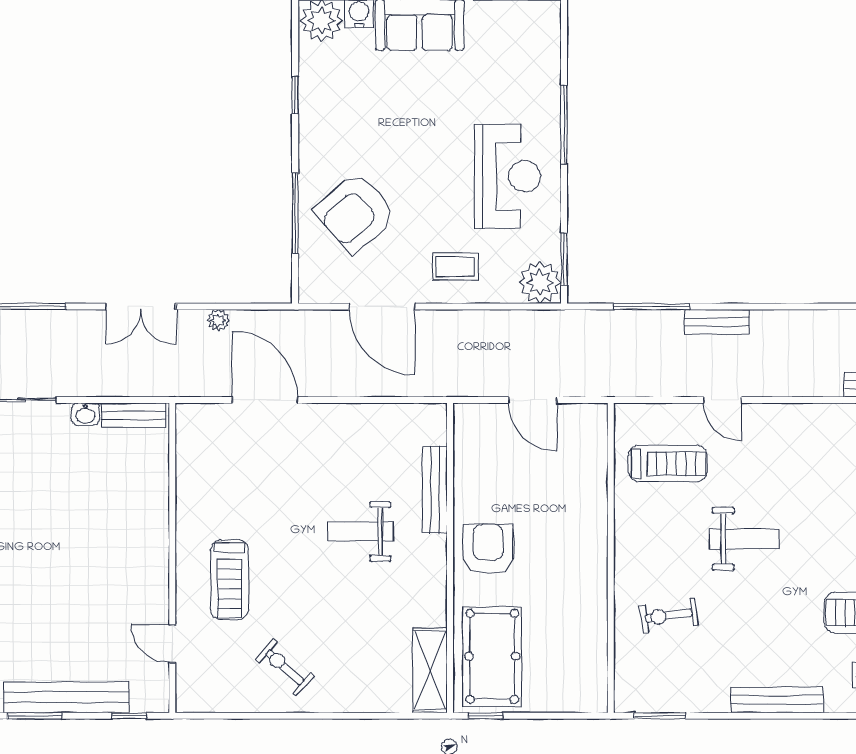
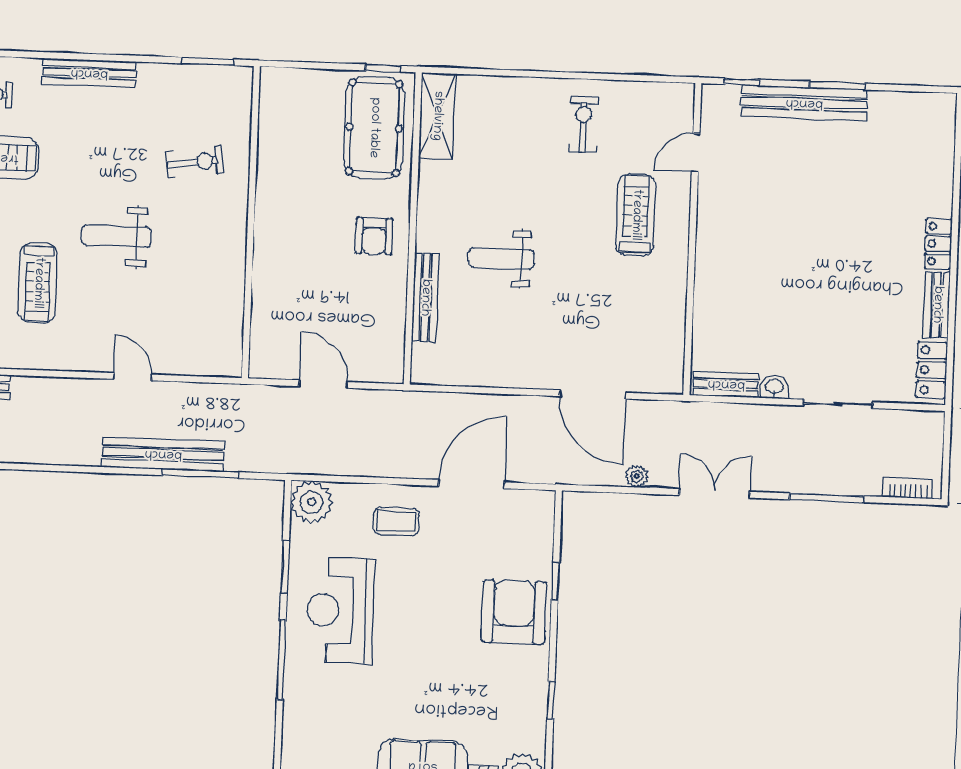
window: (295, 213) -> (555, 581), width x0.46
armchair: (356, 213) -> (514, 612), moved, turned -49
window: (564, 259) -> (285, 567), moved
door: (382, 307) -> (471, 484), hinge flipped
bench: (717, 322) -> (163, 454), width x1.86, depth x1.21
treadmill: (668, 463) -> (38, 283), moved, turned -90
weight bench: (361, 532) -> (502, 258), turned 180
armchair: (488, 549) -> (374, 236), width x0.72, depth x0.72
door: (172, 644) -> (696, 153), swing flipped
exercise bike: (285, 667) -> (583, 124), turned -132

